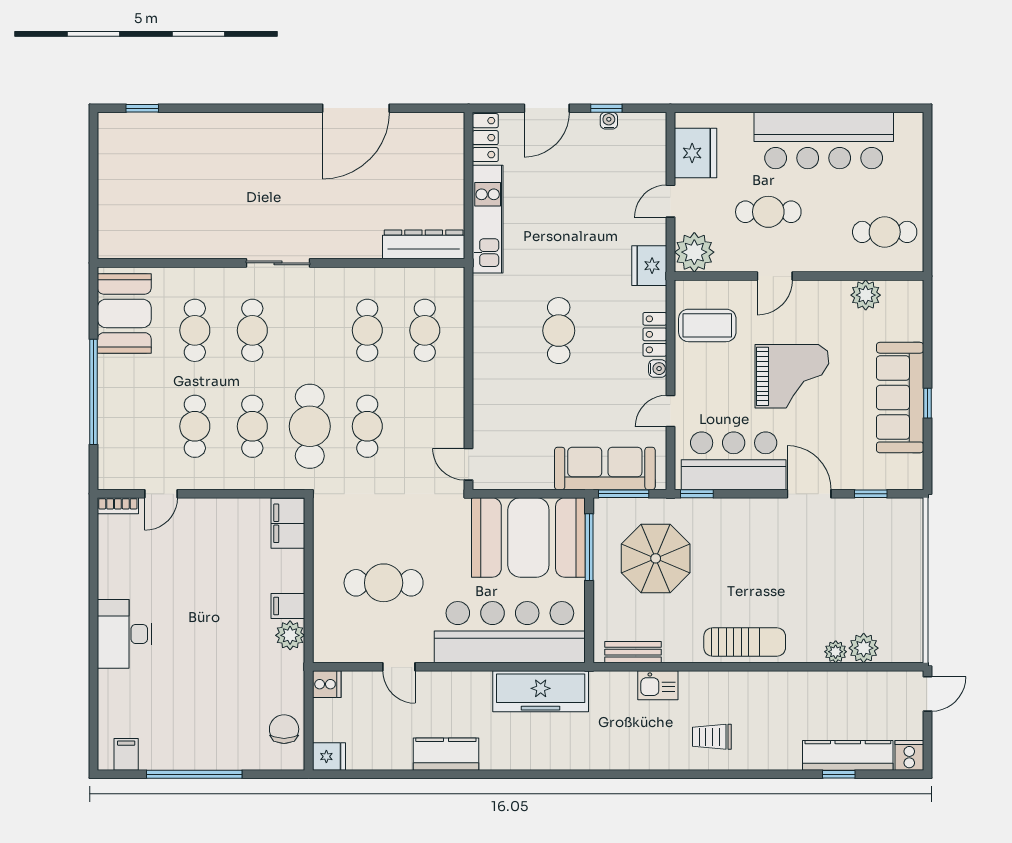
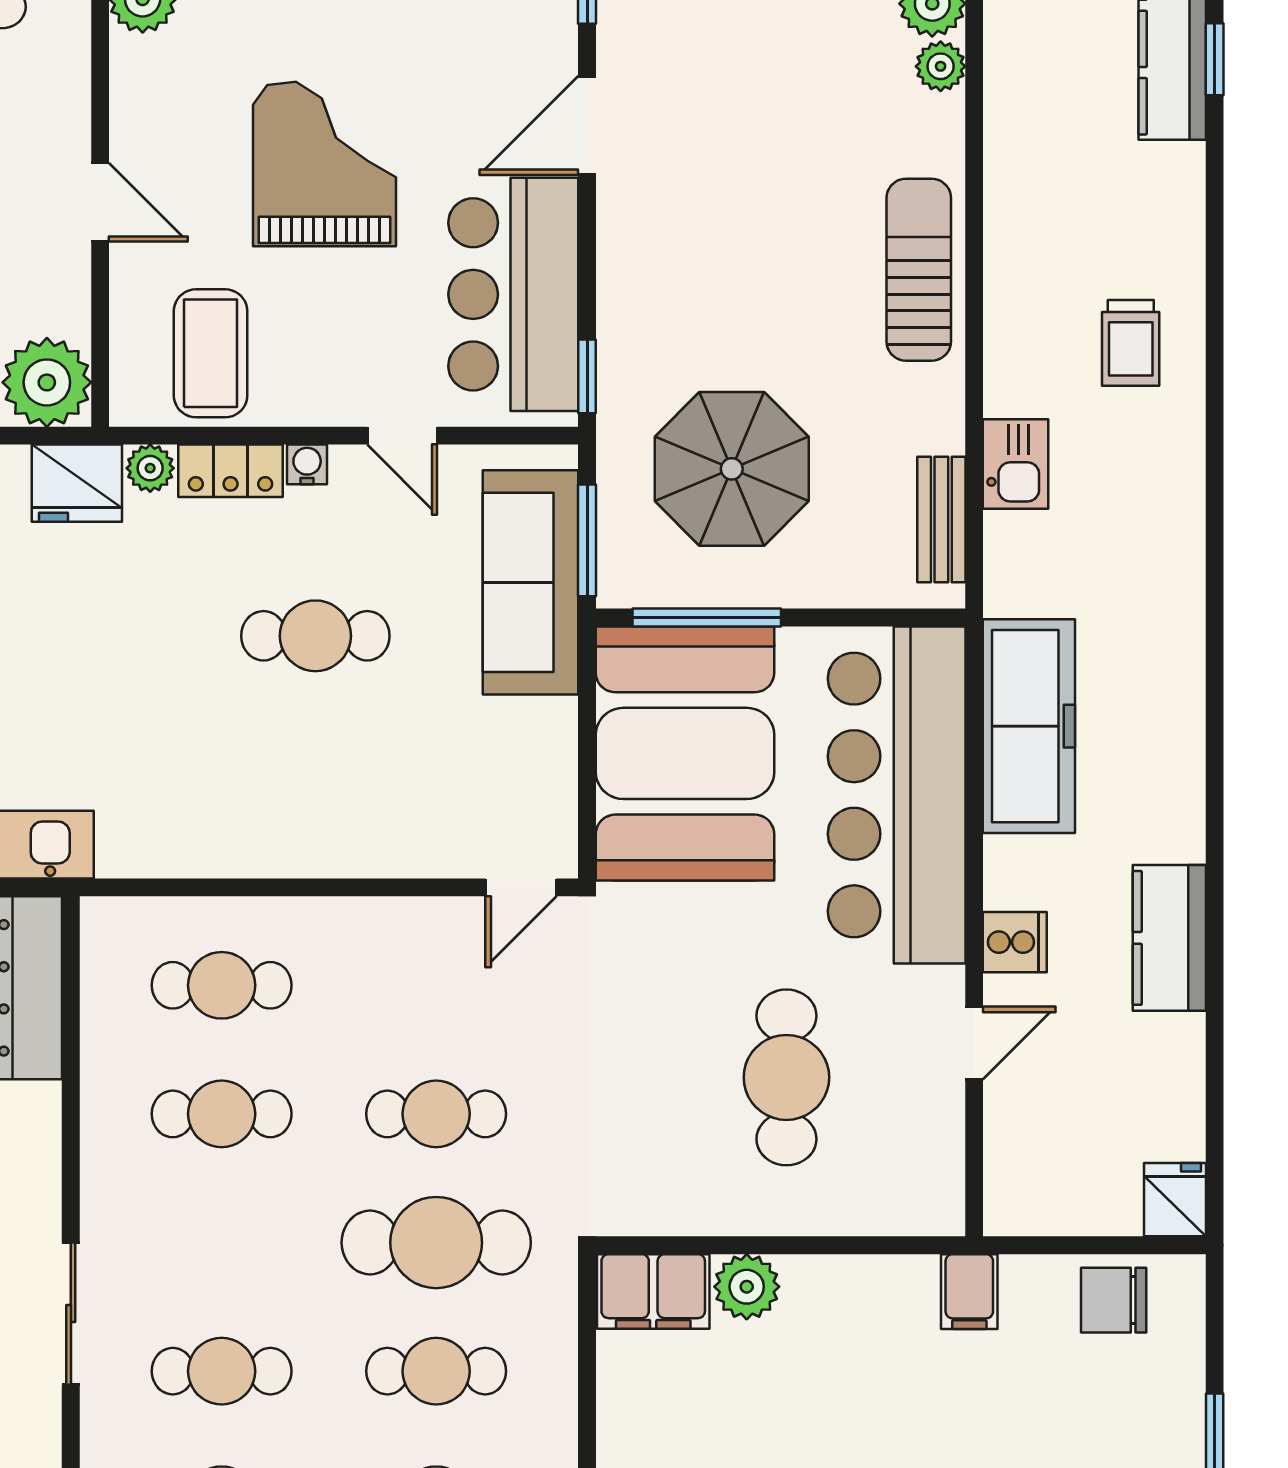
plant: (656, 298) -> (150, 468), added
cafe table: (559, 331) -> (315, 636), moved
filing cabinet: (288, 606) -> (969, 1292), moved
plant: (290, 635) -> (747, 1287), moved
cooker: (327, 684) -> (1015, 942), moved, turned 90

